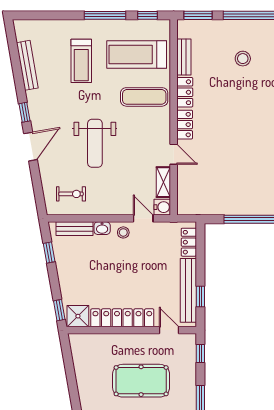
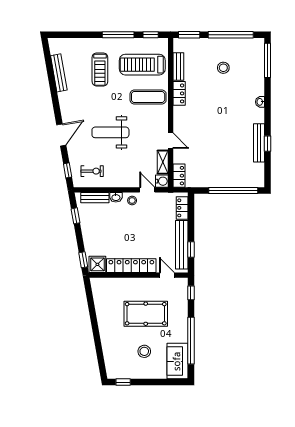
window: (25, 112) -> (68, 170), moved
locker: (185, 125) -> (179, 176), moved
weight bench: (95, 143) -> (110, 132), turned 90

